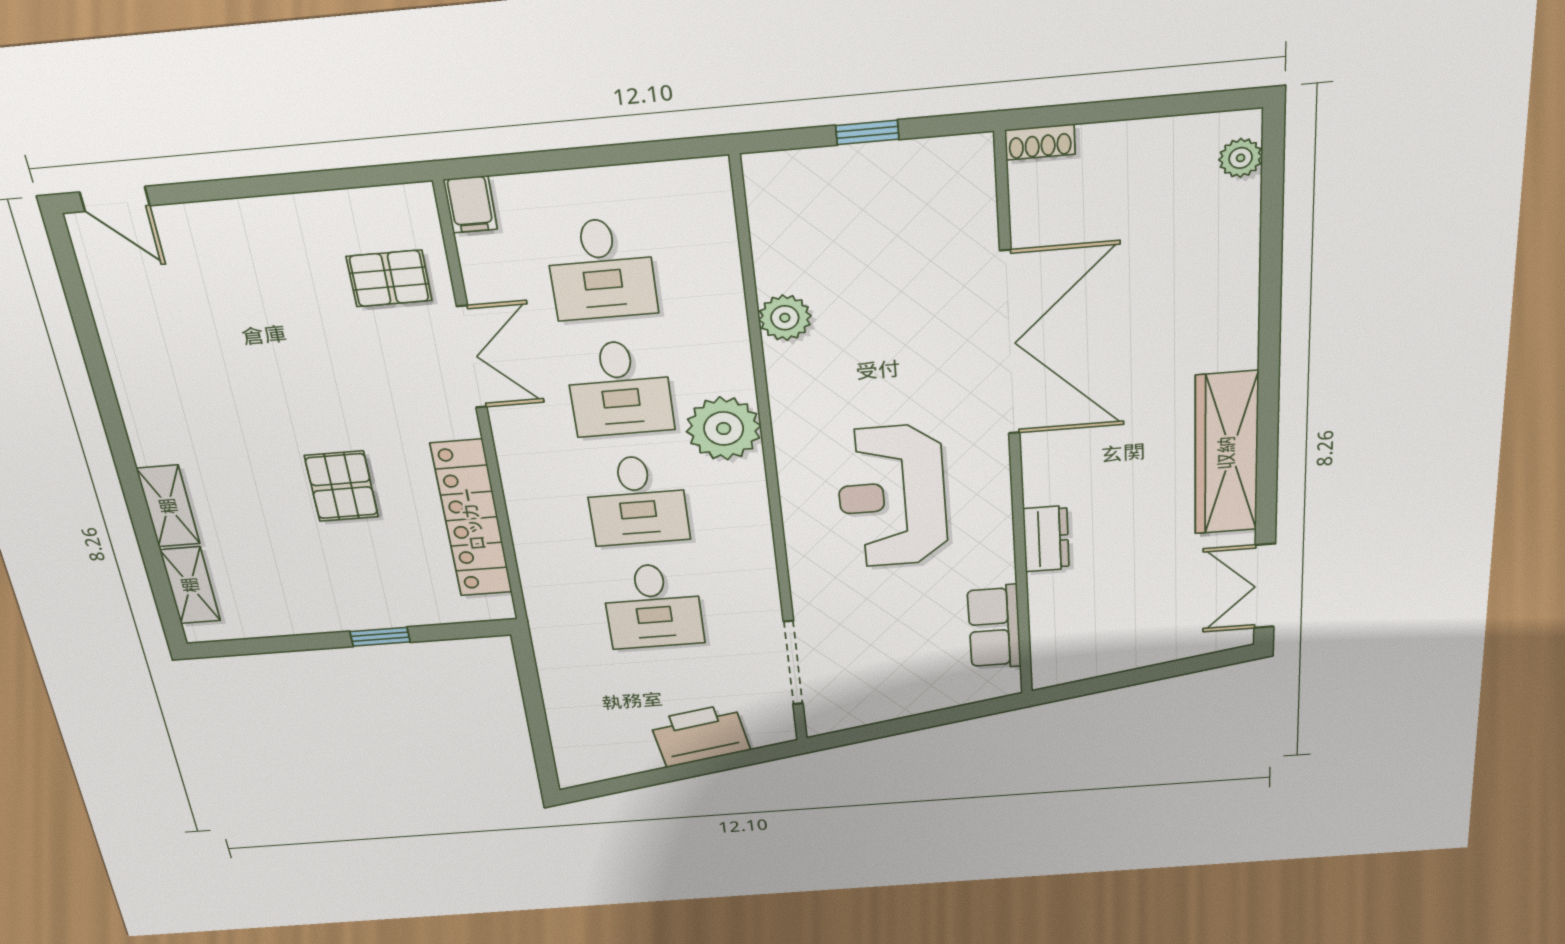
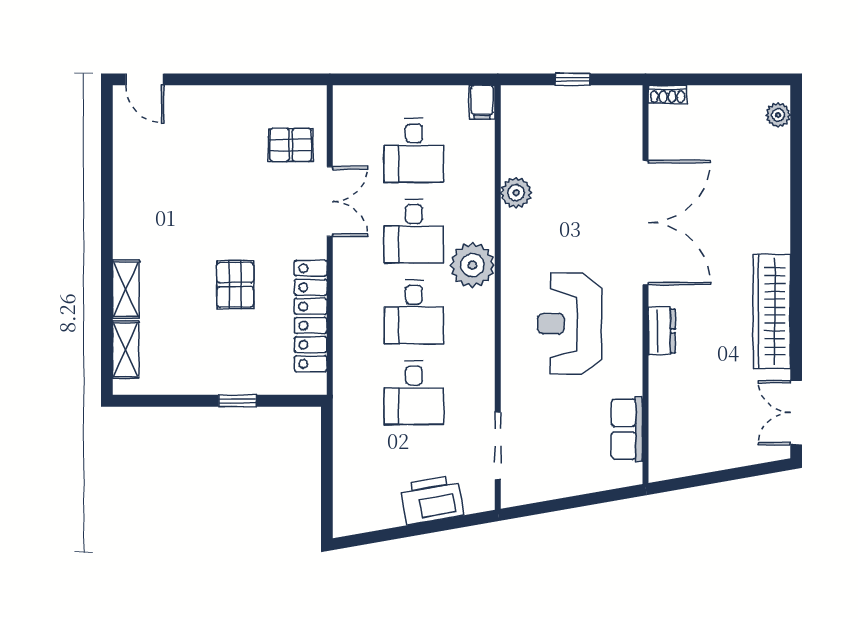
filing cabinet: (470, 204) -> (482, 102), moved
dresser: (1046, 539) -> (662, 331), moved

